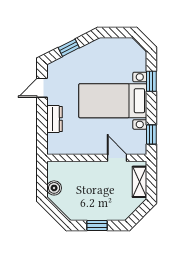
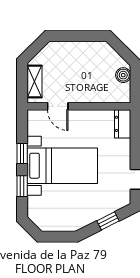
dresser: (55, 119) -> (123, 124), moved
window: (151, 134) -> (22, 153), moved
window: (97, 225) -> (79, 36), removed

